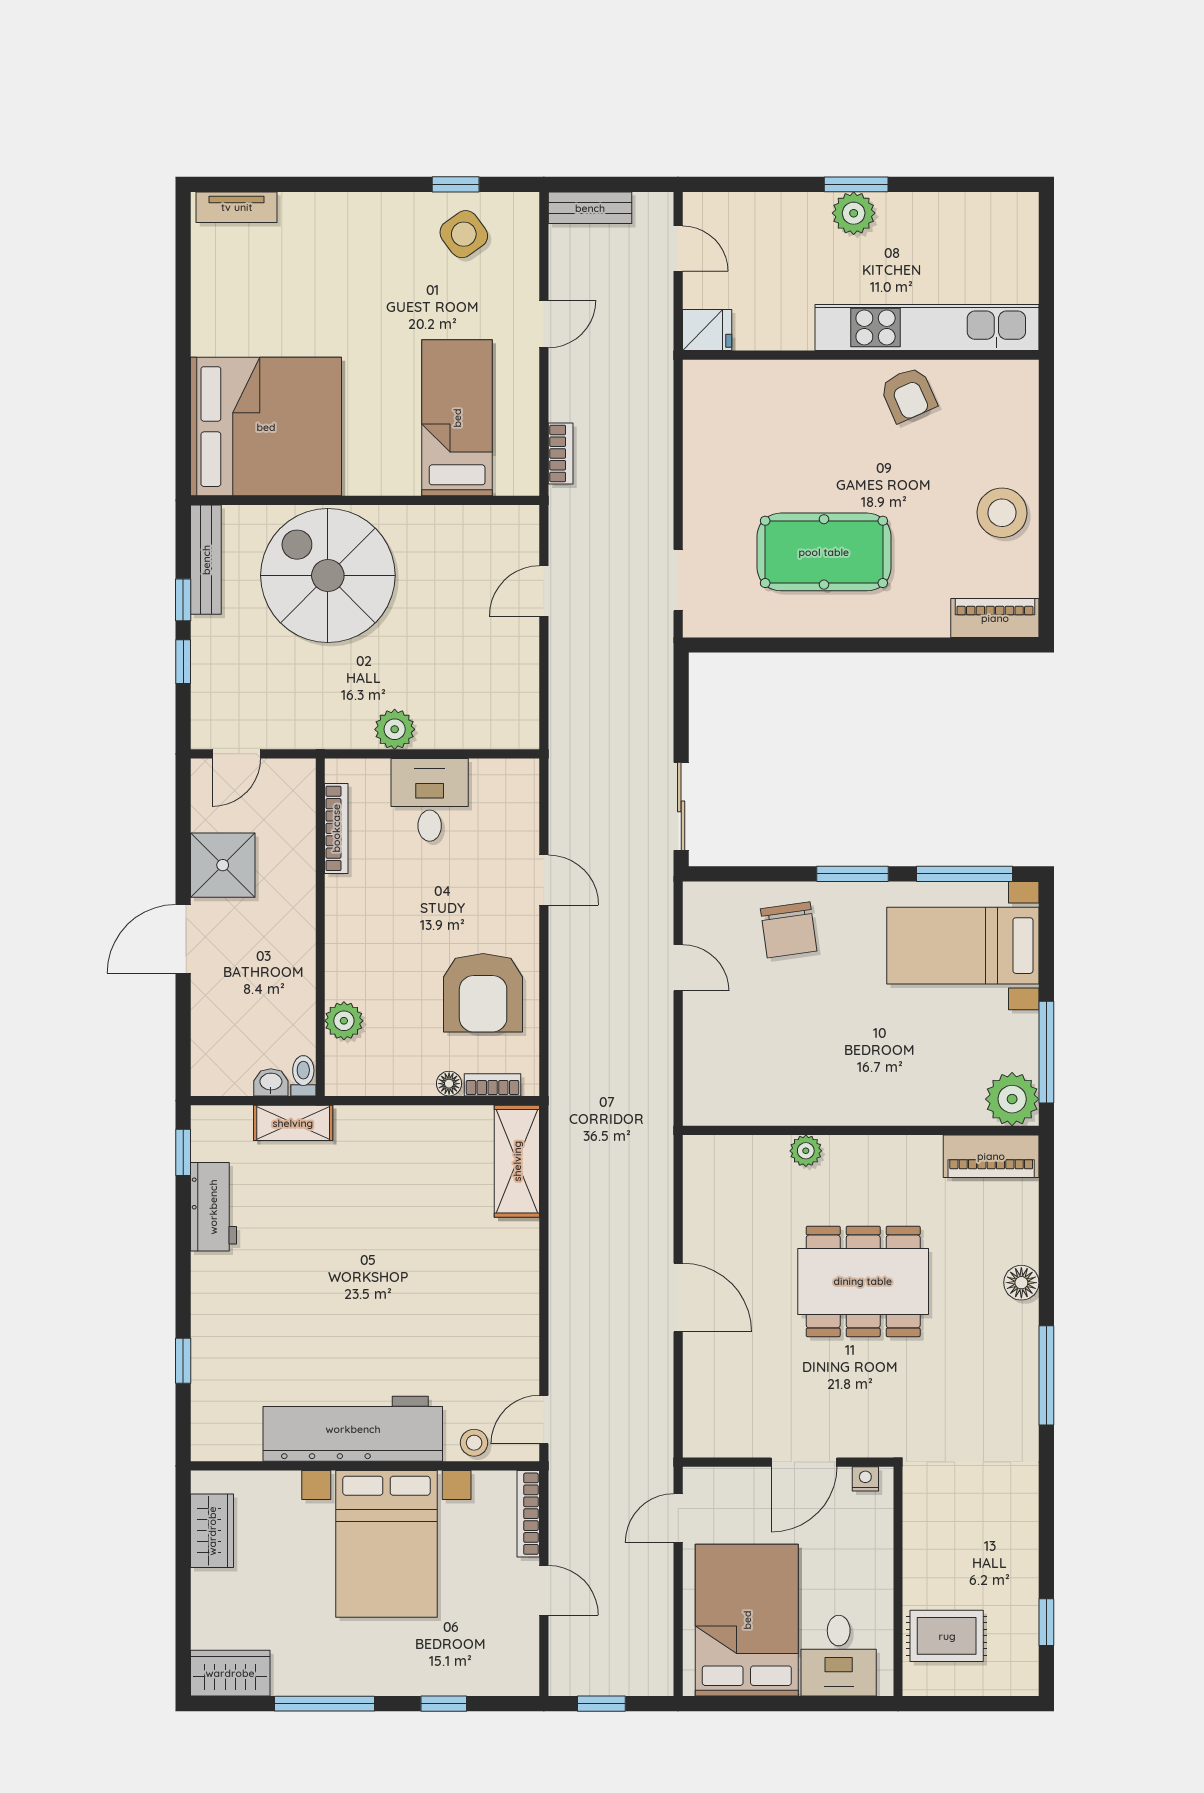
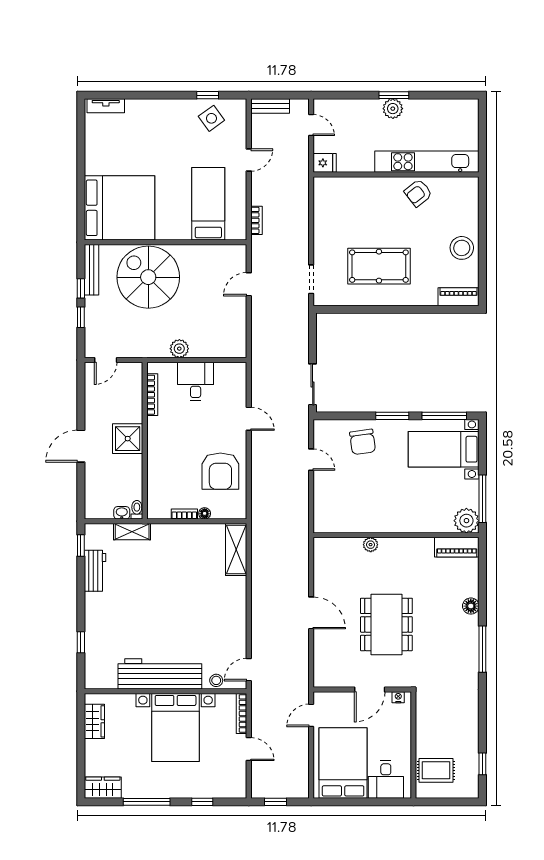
armchair: (908, 395) -> (418, 193), turned 76
shower: (223, 865) -> (128, 439), moved
plant: (344, 1021) -> (156, 484), removed
bookcase: (493, 1085) -> (184, 514), moved
dining table: (863, 1281) -> (386, 624), moved, turned 90

